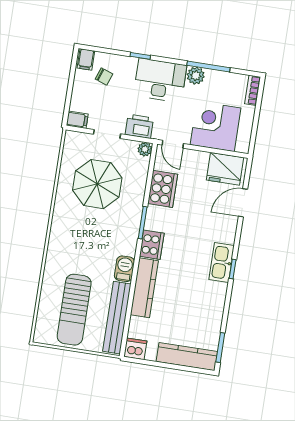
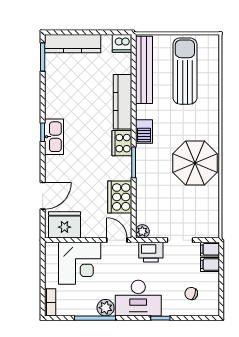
filing cabinet: (86, 59) -> (210, 264), moved, turned -90
parasol: (97, 184) -> (195, 163), moved
barbecue: (124, 269) -> (144, 132), moved

